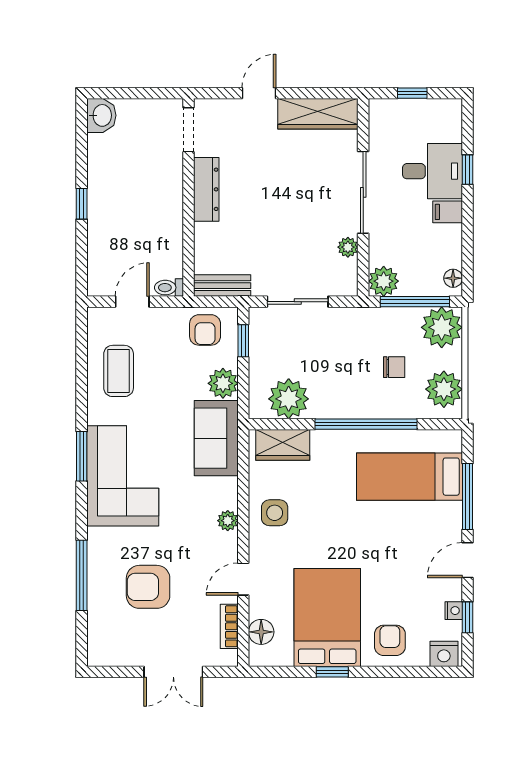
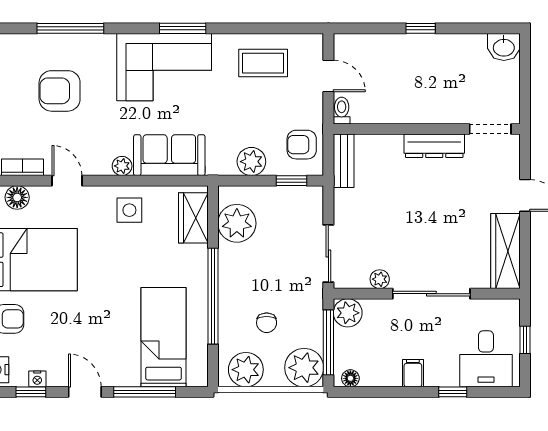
desk: (432, 171) -> (486, 359), moved
sliding door: (298, 302) -> (328, 253), moved
sofa: (216, 438) -> (169, 155), moved
armchair: (148, 587) -> (60, 91), turned -90

